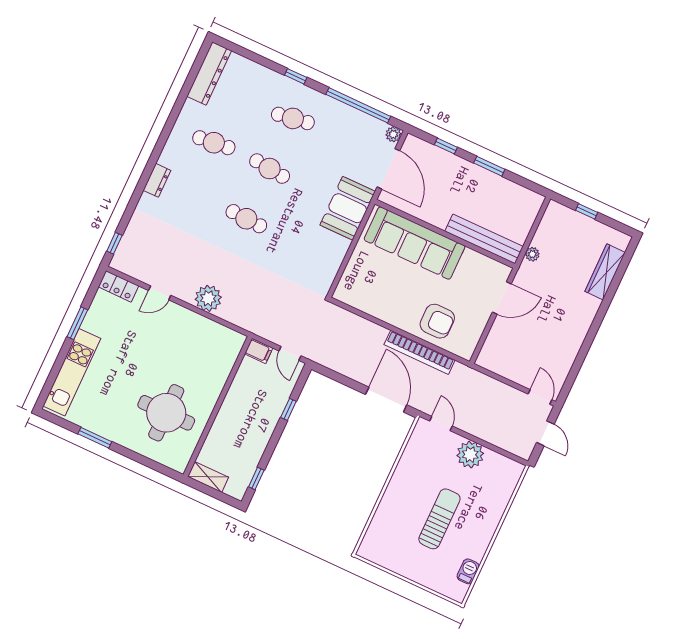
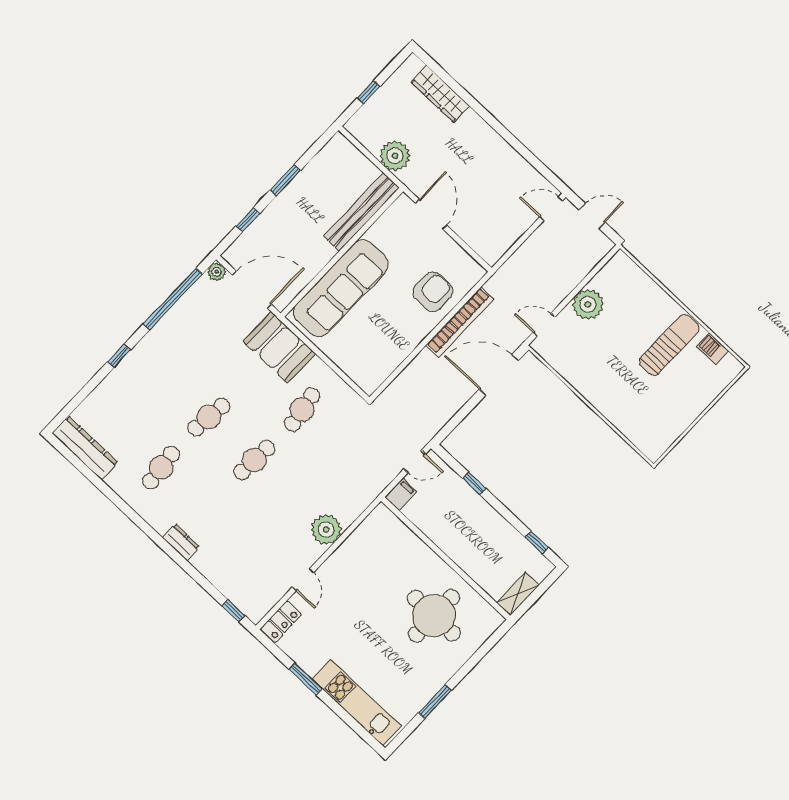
cafe table: (293, 118) -> (302, 409), moved
plant: (532, 254) -> (395, 156), width x1.88, depth x1.88
sun lounger: (439, 519) -> (669, 345), moved, turned 90

